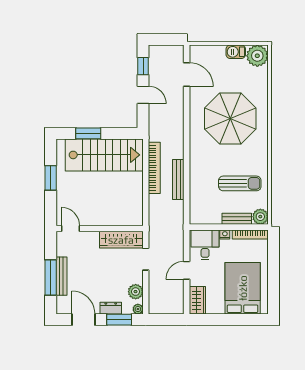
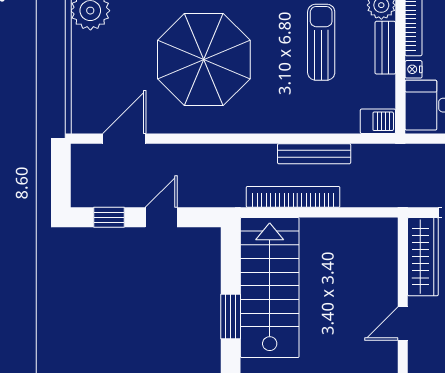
barbecue: (236, 52) -> (378, 121), moved, turned -90
door: (71, 228) -> (403, 323), moved

